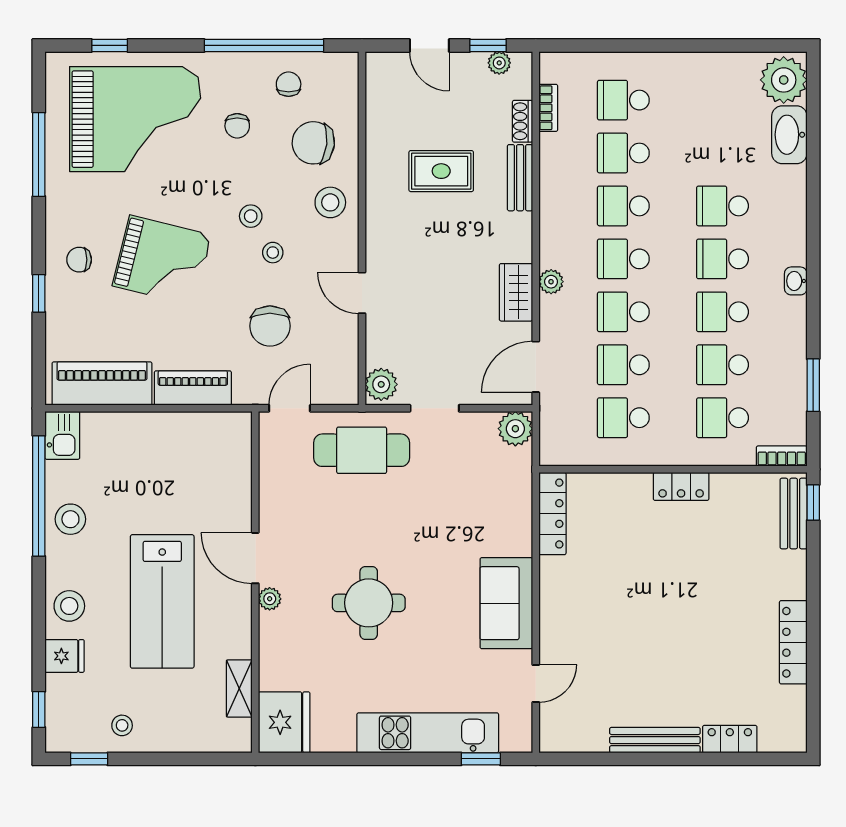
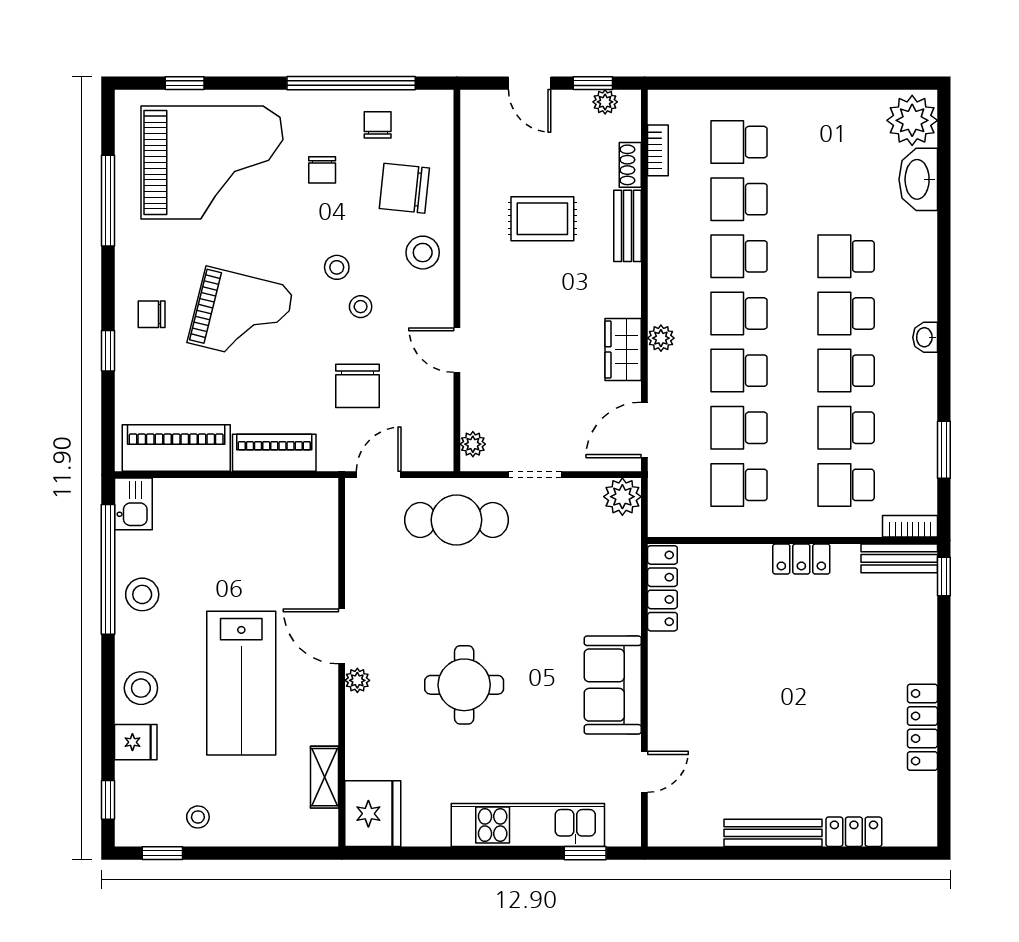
plant: (381, 384) -> (473, 444), width x0.73, depth x0.73
bench: (794, 514) -> (899, 558), moved, turned 90

